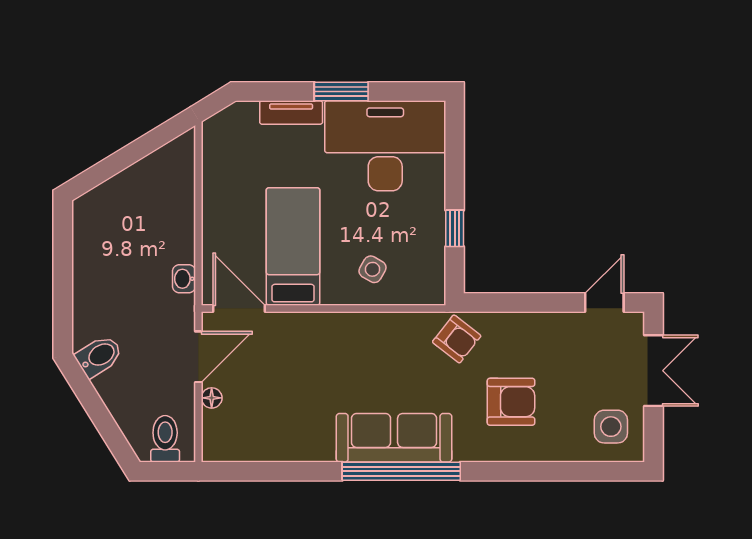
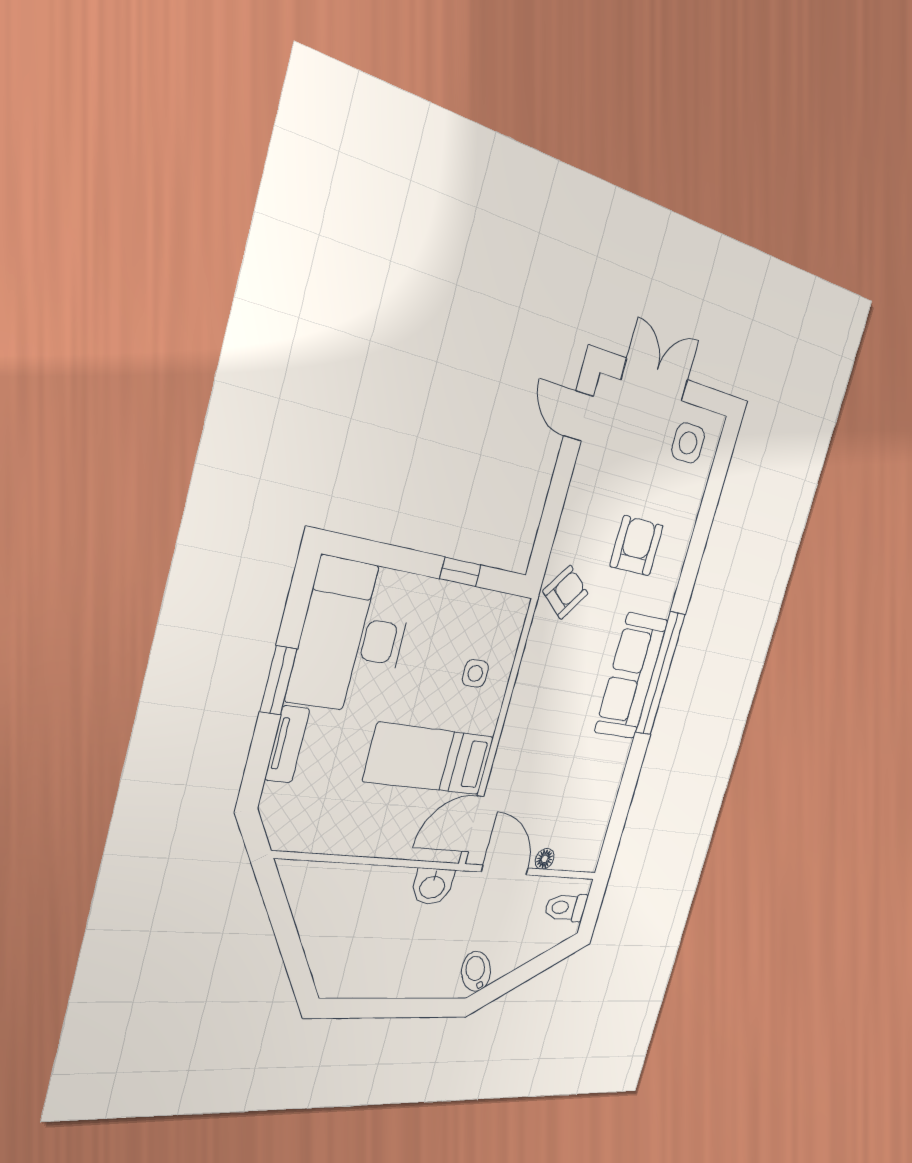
side table: (373, 269) -> (475, 673), turned -30
washbasin: (184, 279) -> (432, 886), width x1.38, depth x1.45

